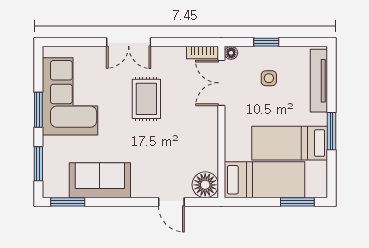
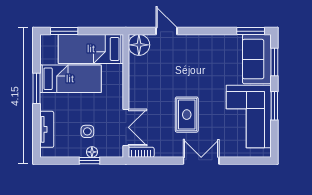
floor lamp: (231, 53) -> (92, 152), moved
tv unit: (319, 81) -> (47, 129), width x0.71
sofa: (100, 180) -> (257, 59), moved, turned 90

